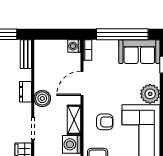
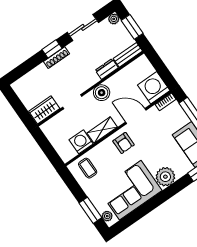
washing machine: (74, 46) -> (154, 88), width x1.89, depth x1.89
dresser: (25, 92) -> (107, 69), moved
armchair: (105, 122) -> (124, 143), moved

